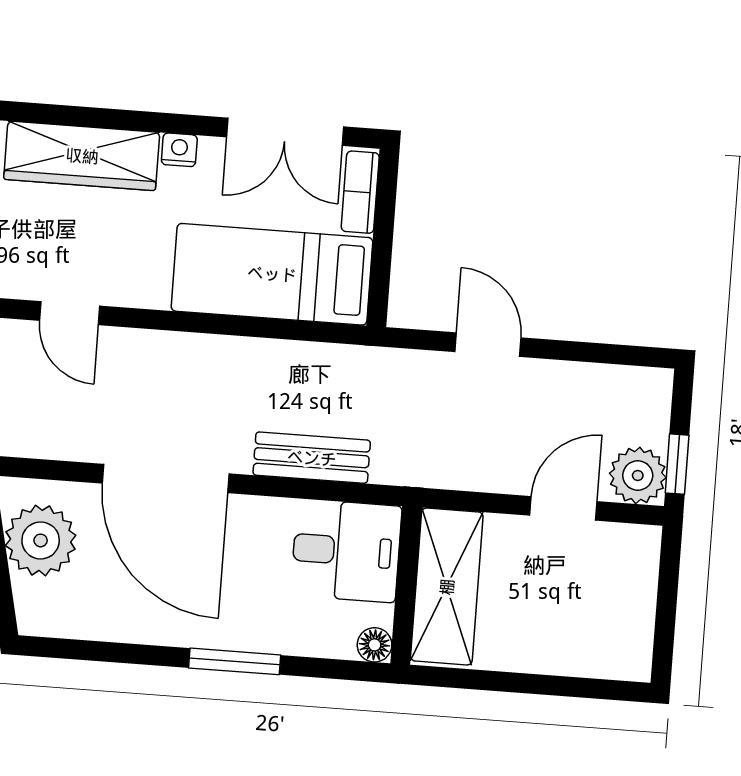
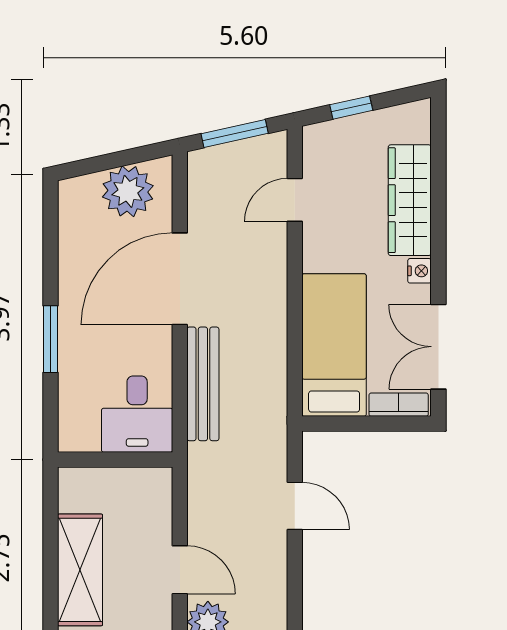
door: (488, 345) -> (295, 506), hinge flipped
bench: (312, 458) -> (203, 384), width x1.36
shelving: (447, 587) -> (80, 570), moved, turned 90
floor lamp: (375, 645) -> (70, 440), removed

